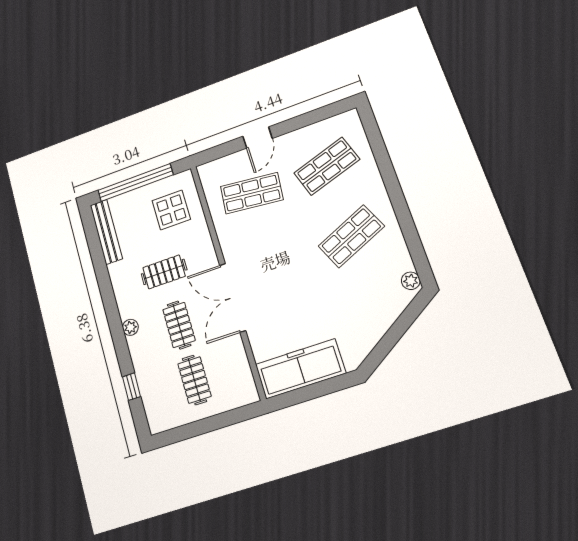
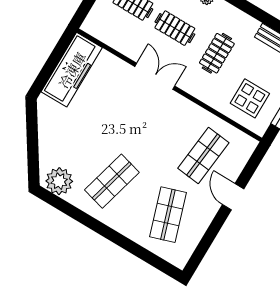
shop shelf: (351, 236) -> (112, 181), turned 39
plant: (411, 281) -> (59, 181), width x1.88, depth x1.88
double door: (233, 298) -> (155, 76), width x0.73

